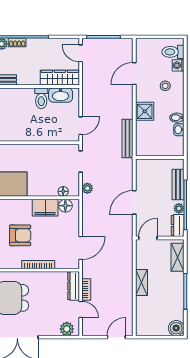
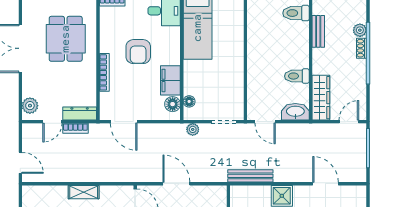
washbasin: (61, 95) -> (295, 112), moved, turned 90

